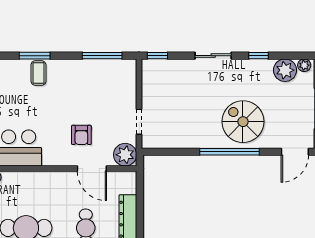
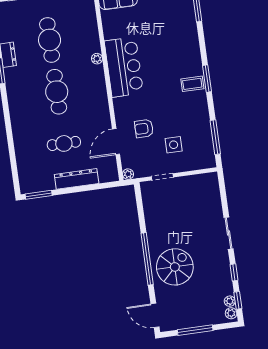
window: (157, 56) -> (238, 300), moved
plant: (285, 70) -> (230, 301), width x0.53, depth x0.53
side table: (104, 104) -> (174, 145), added
plant: (125, 155) -> (128, 174), width x0.53, depth x0.53

